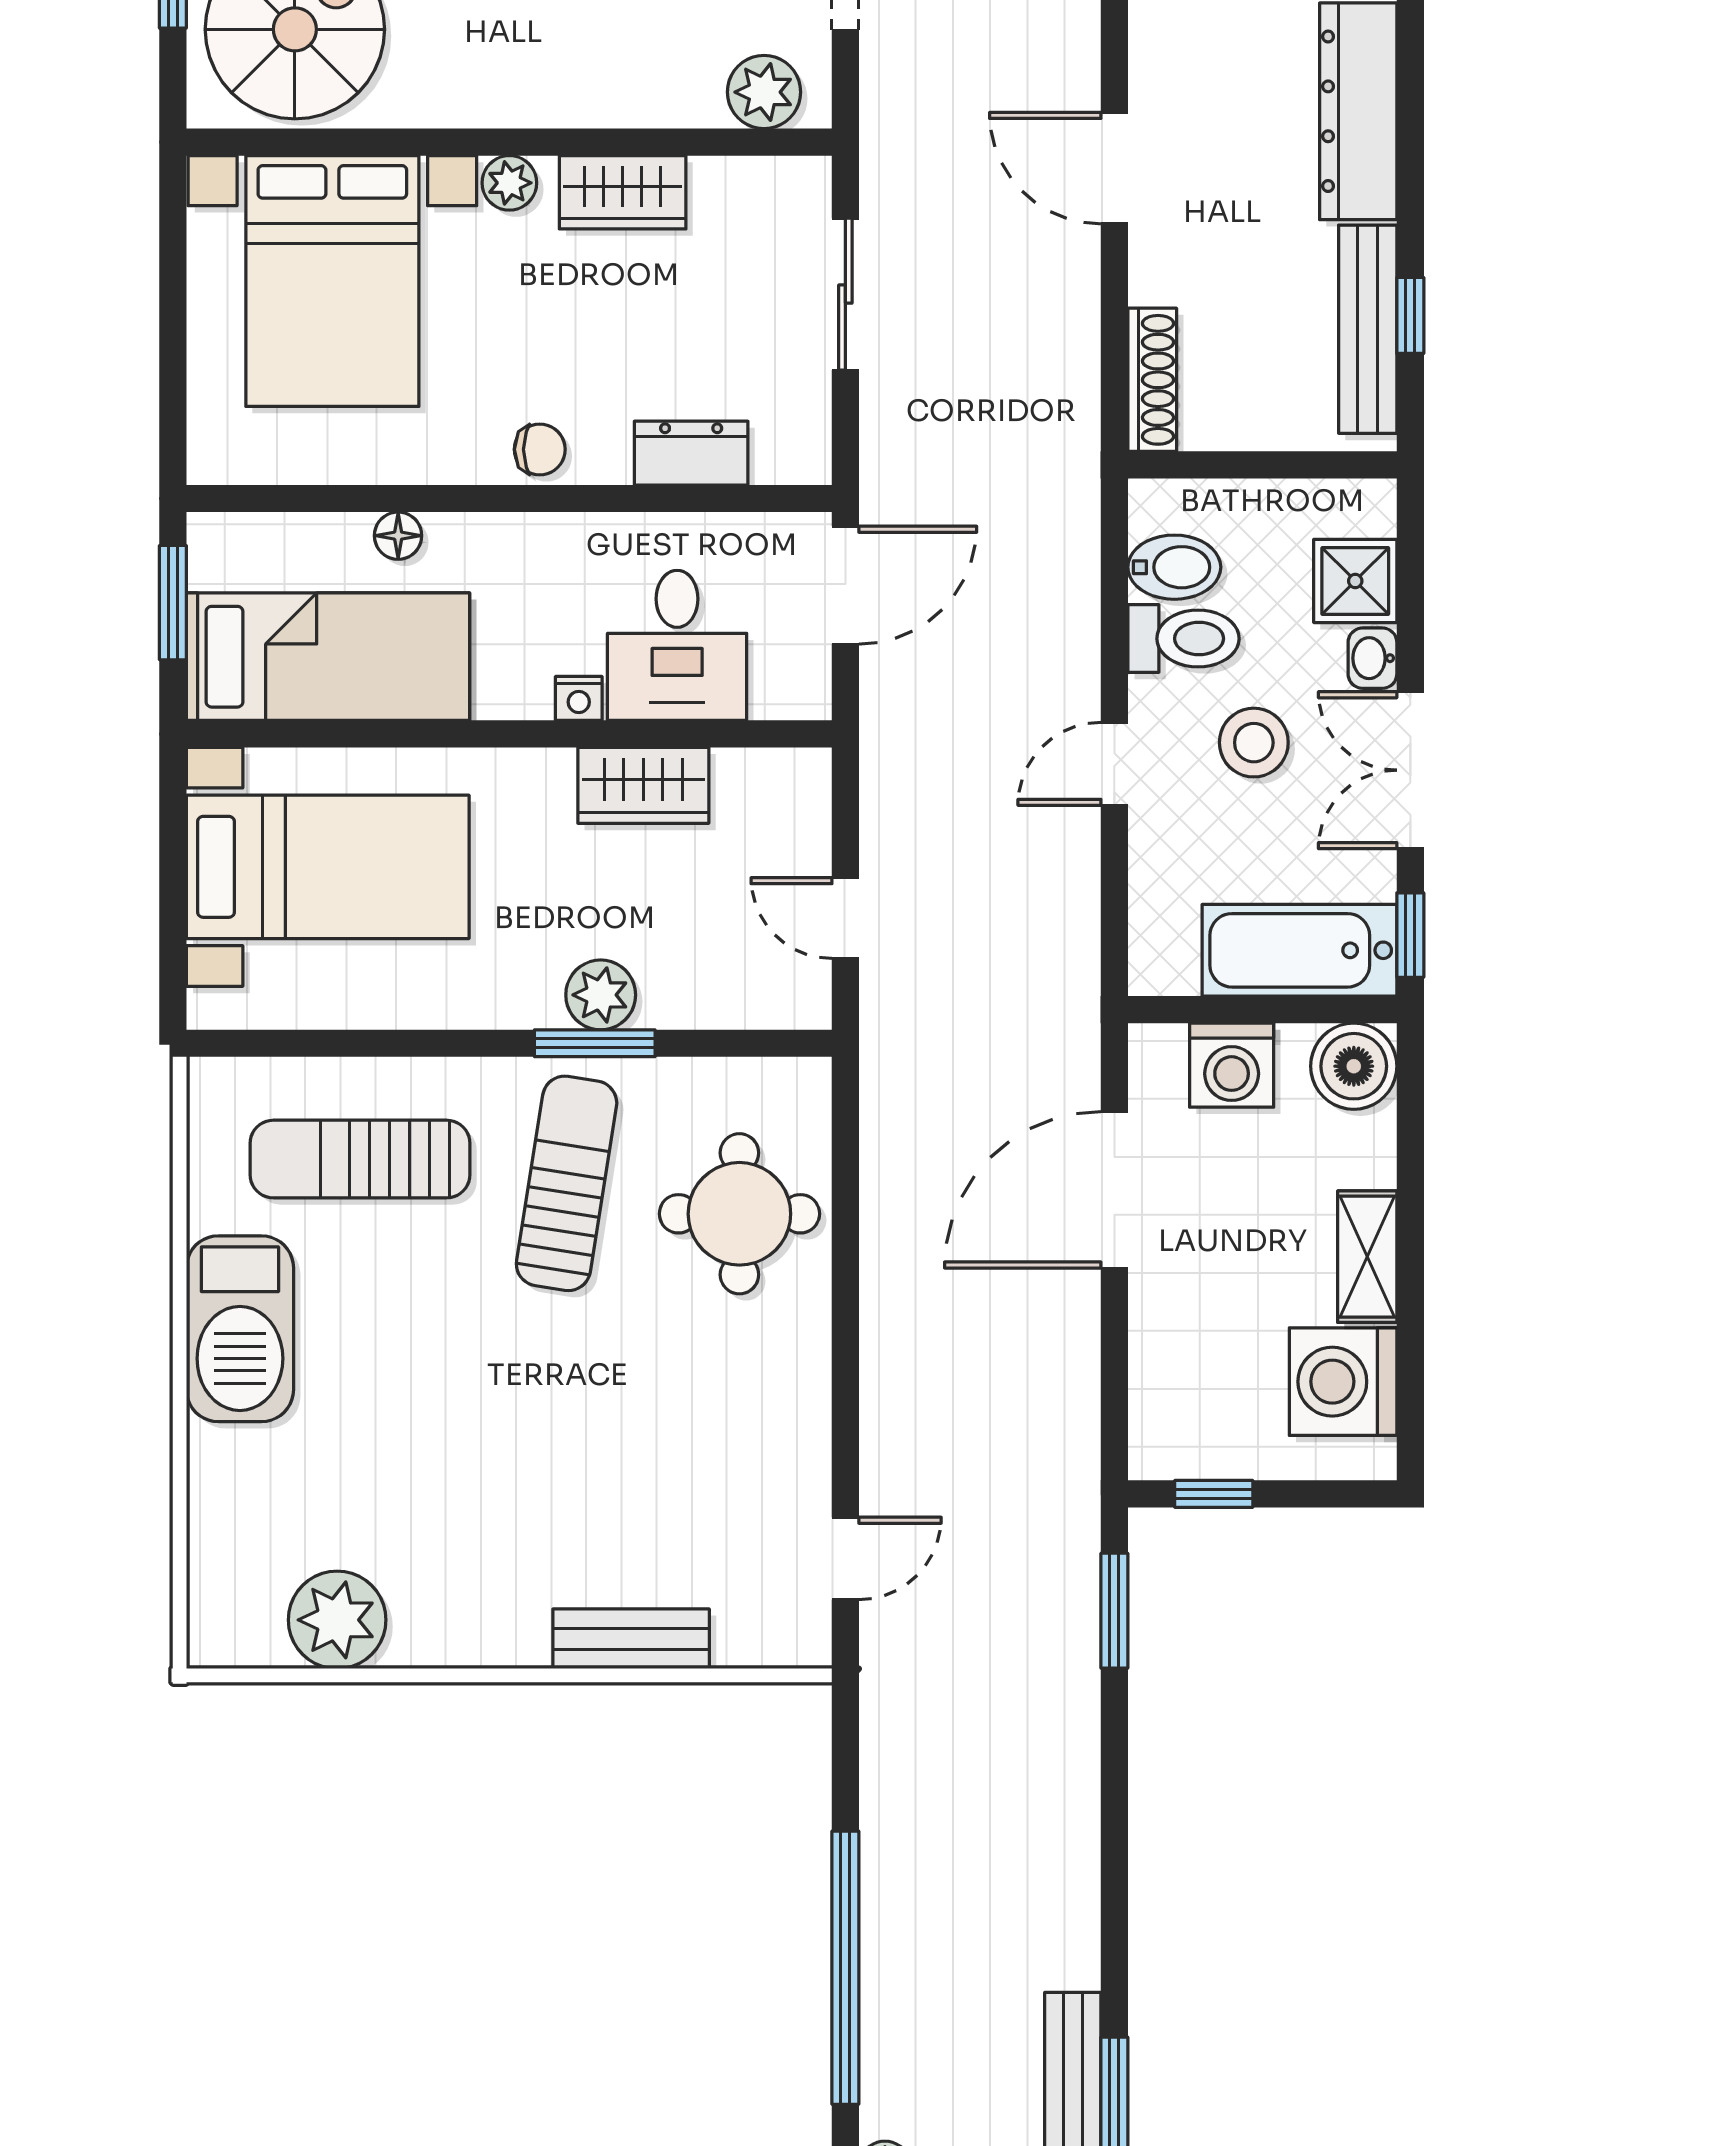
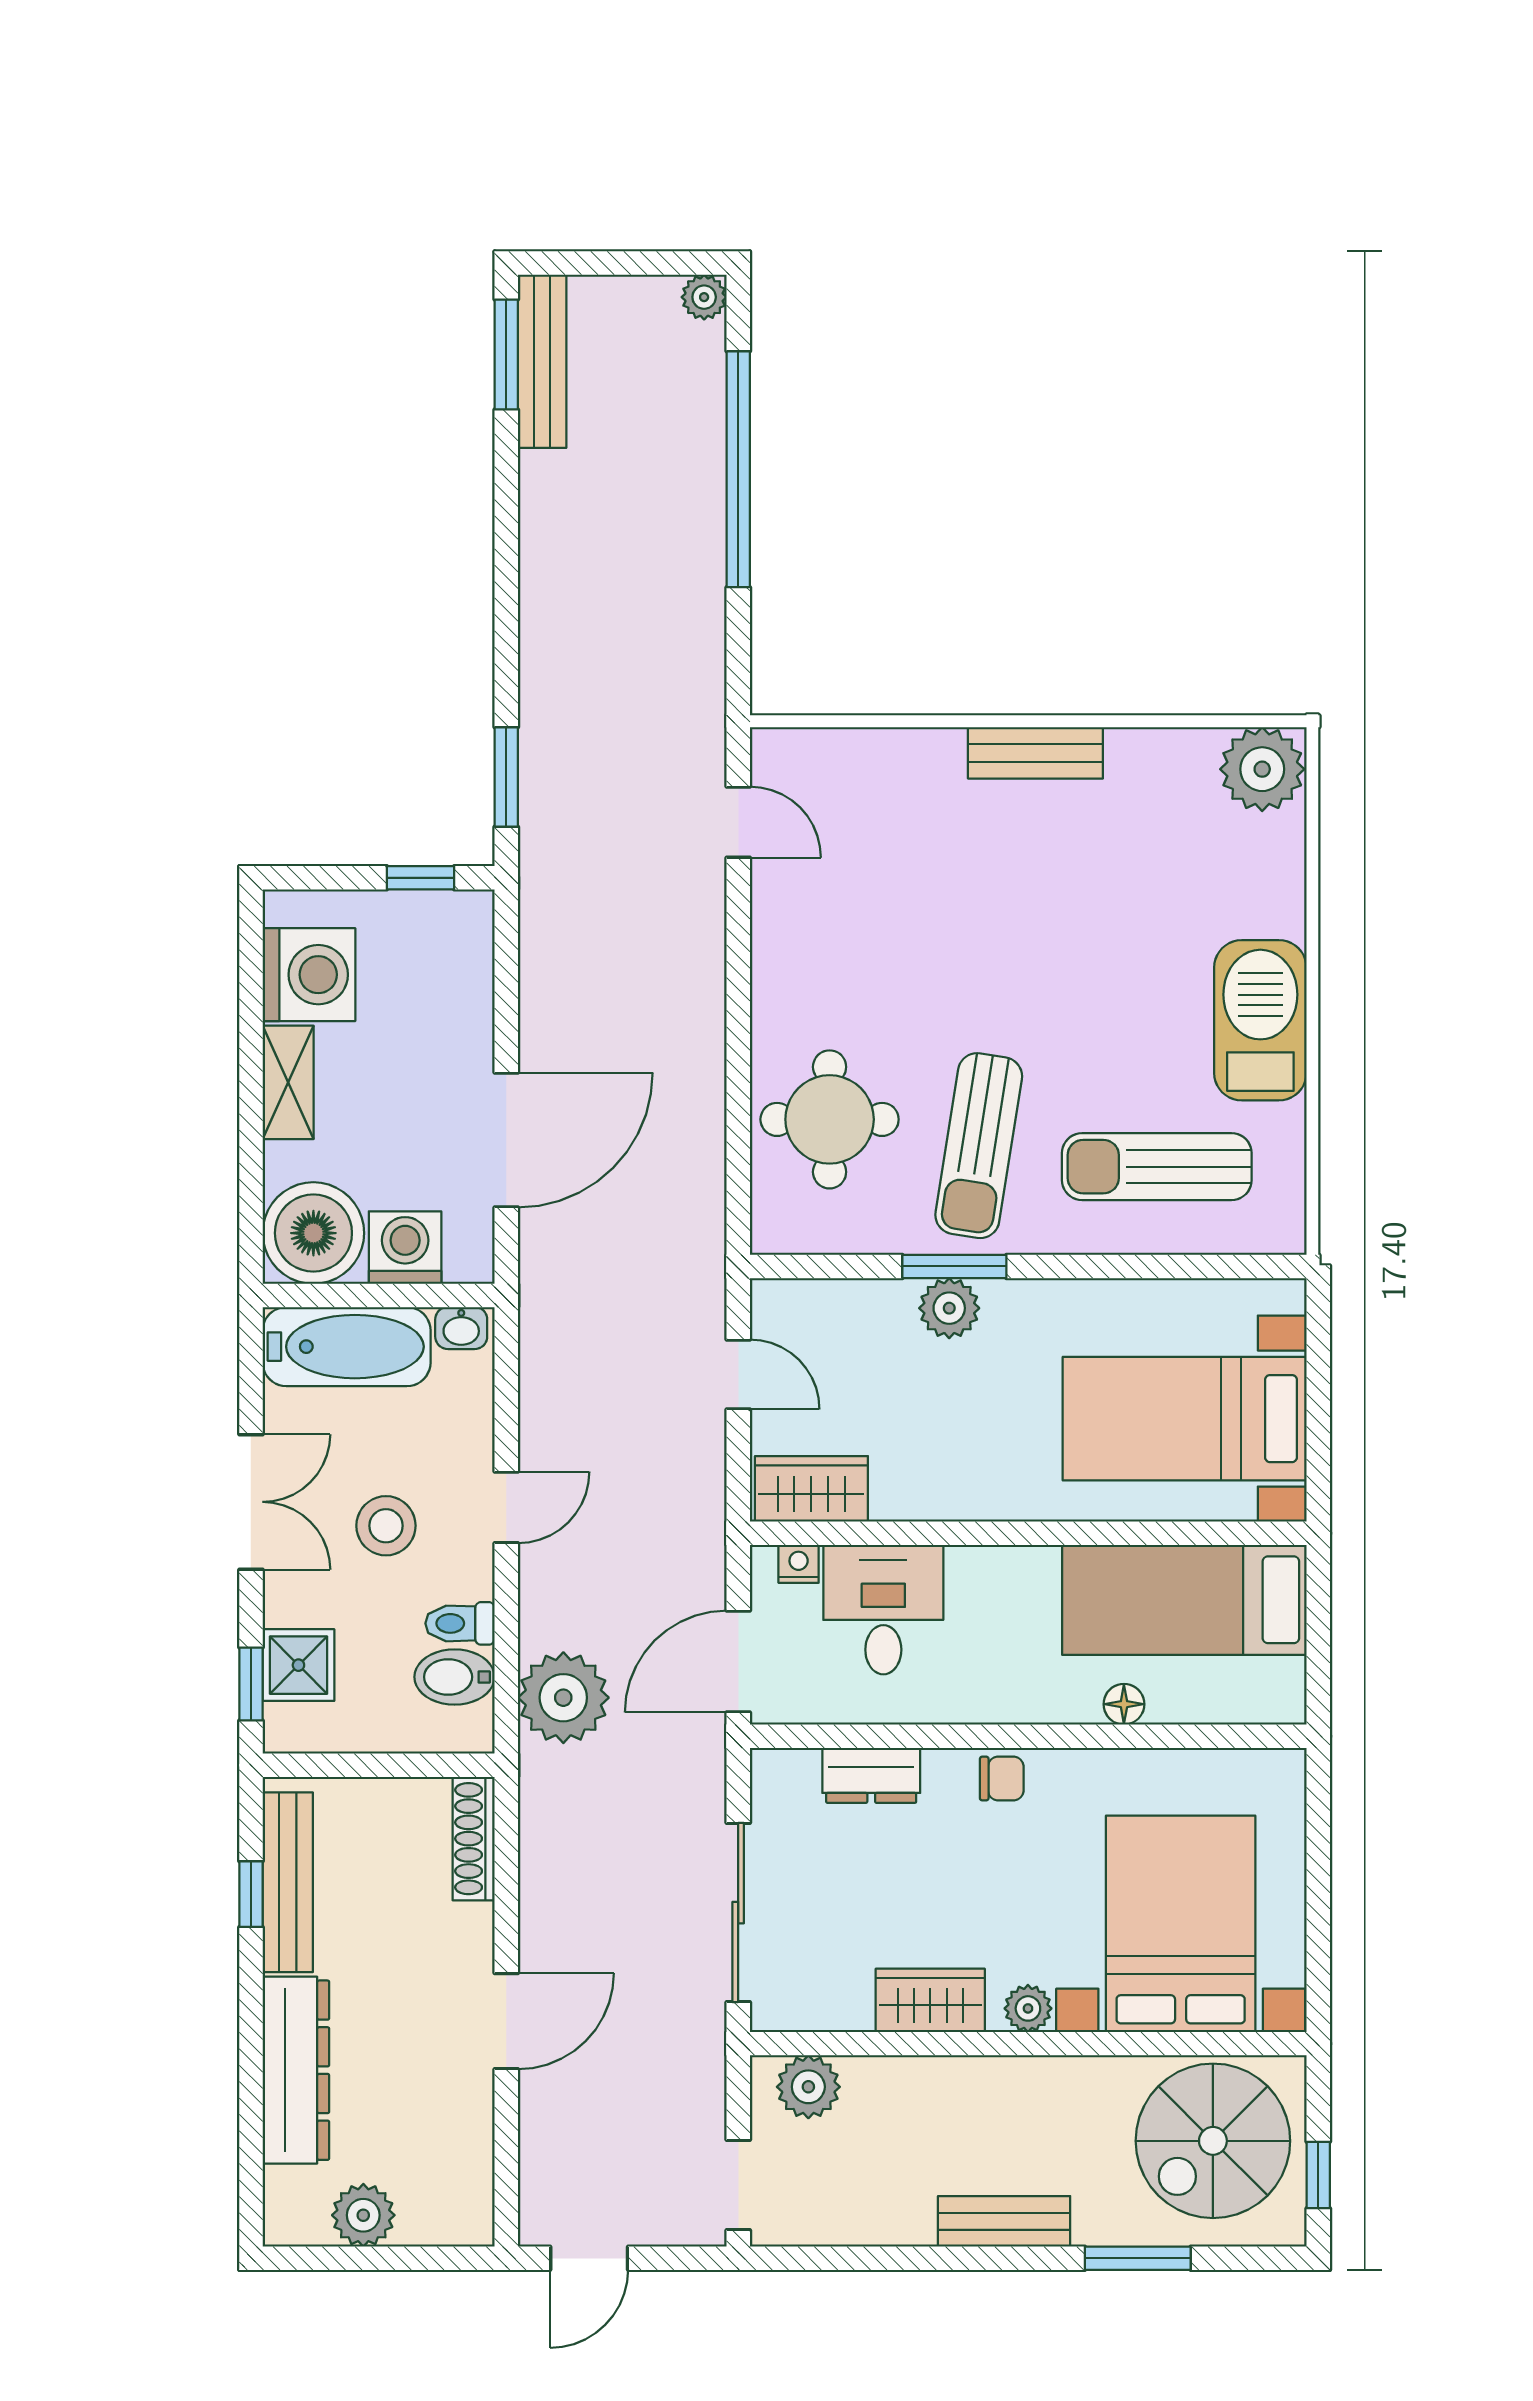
door: (1114, 168) -> (506, 2021), hinge flipped
sliding door: (845, 294) -> (738, 1913), width x1.37
chair: (540, 449) -> (1002, 1779), turned 180
plant: (1048, 543) -> (563, 1698), added
window: (173, 603) -> (1318, 1646), removed
toilet: (1183, 639) -> (460, 1623), width x0.73, depth x0.72
washbasin: (1372, 658) -> (461, 1328), moved, turned 90
nightstand: (579, 698) -> (799, 1564), moved
wardrobe: (643, 785) -> (811, 1489), moved
window: (1410, 935) -> (251, 1684), moved
boiler: (1354, 1066) -> (313, 1233), width x1.37, depth x1.37
sun lounger: (360, 1159) -> (1157, 1167), turned 180
door: (845, 1558) -> (738, 822), swing flipped
plant: (337, 1620) -> (1262, 769), moved
bench: (631, 1639) -> (1035, 753), moved

